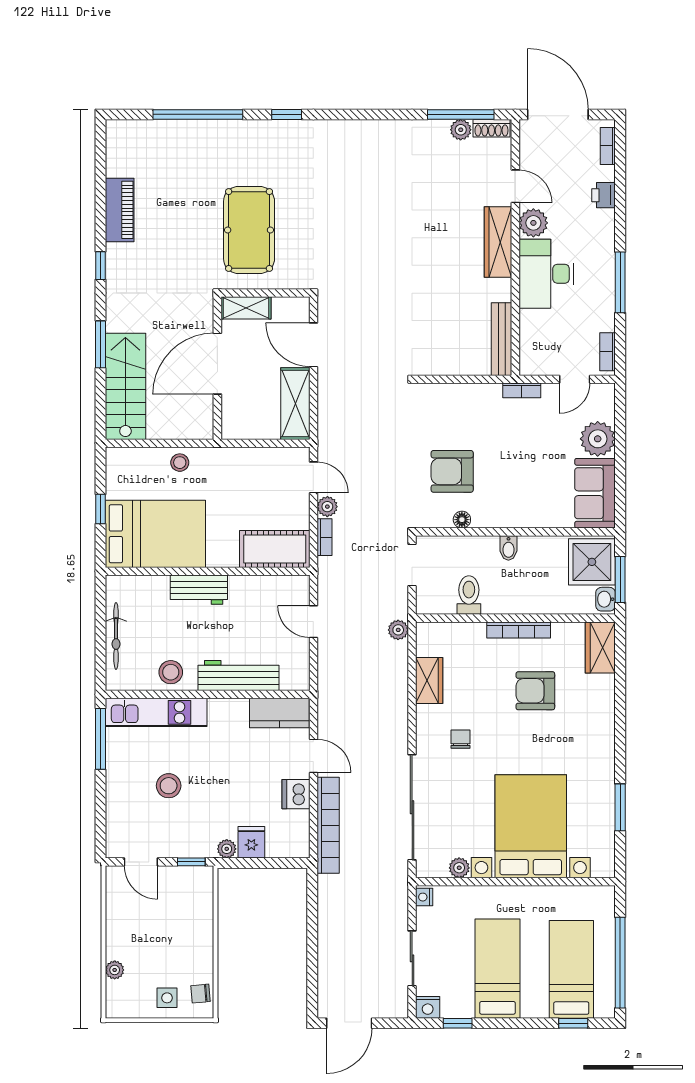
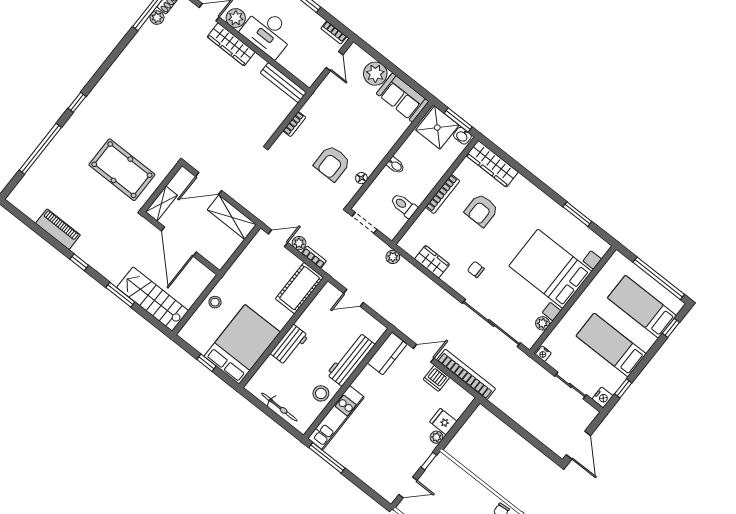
bookcase: (522, 390) -> (294, 124), moved
wardrobe: (600, 647) -> (492, 164), width x1.50
stool: (169, 786) -> (379, 441), removed

